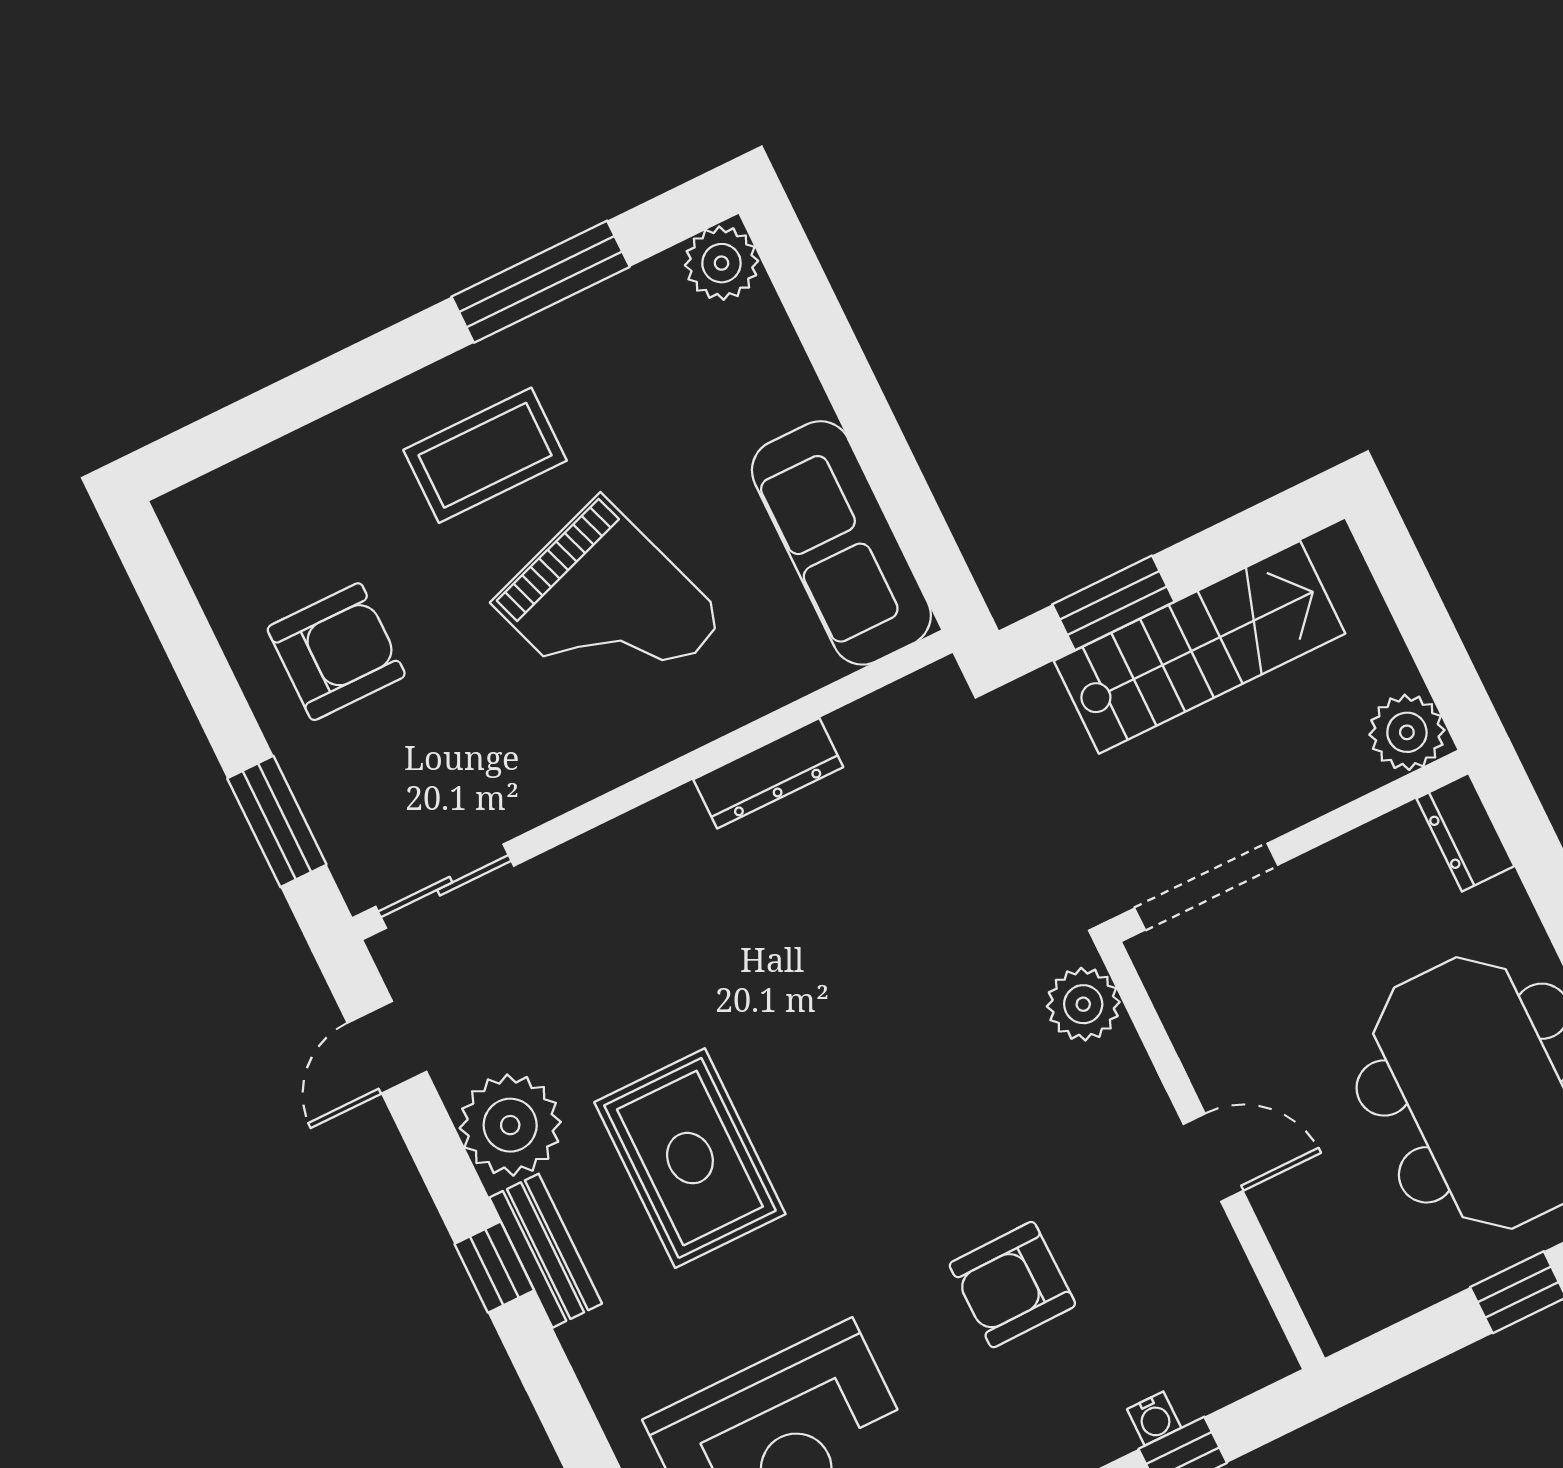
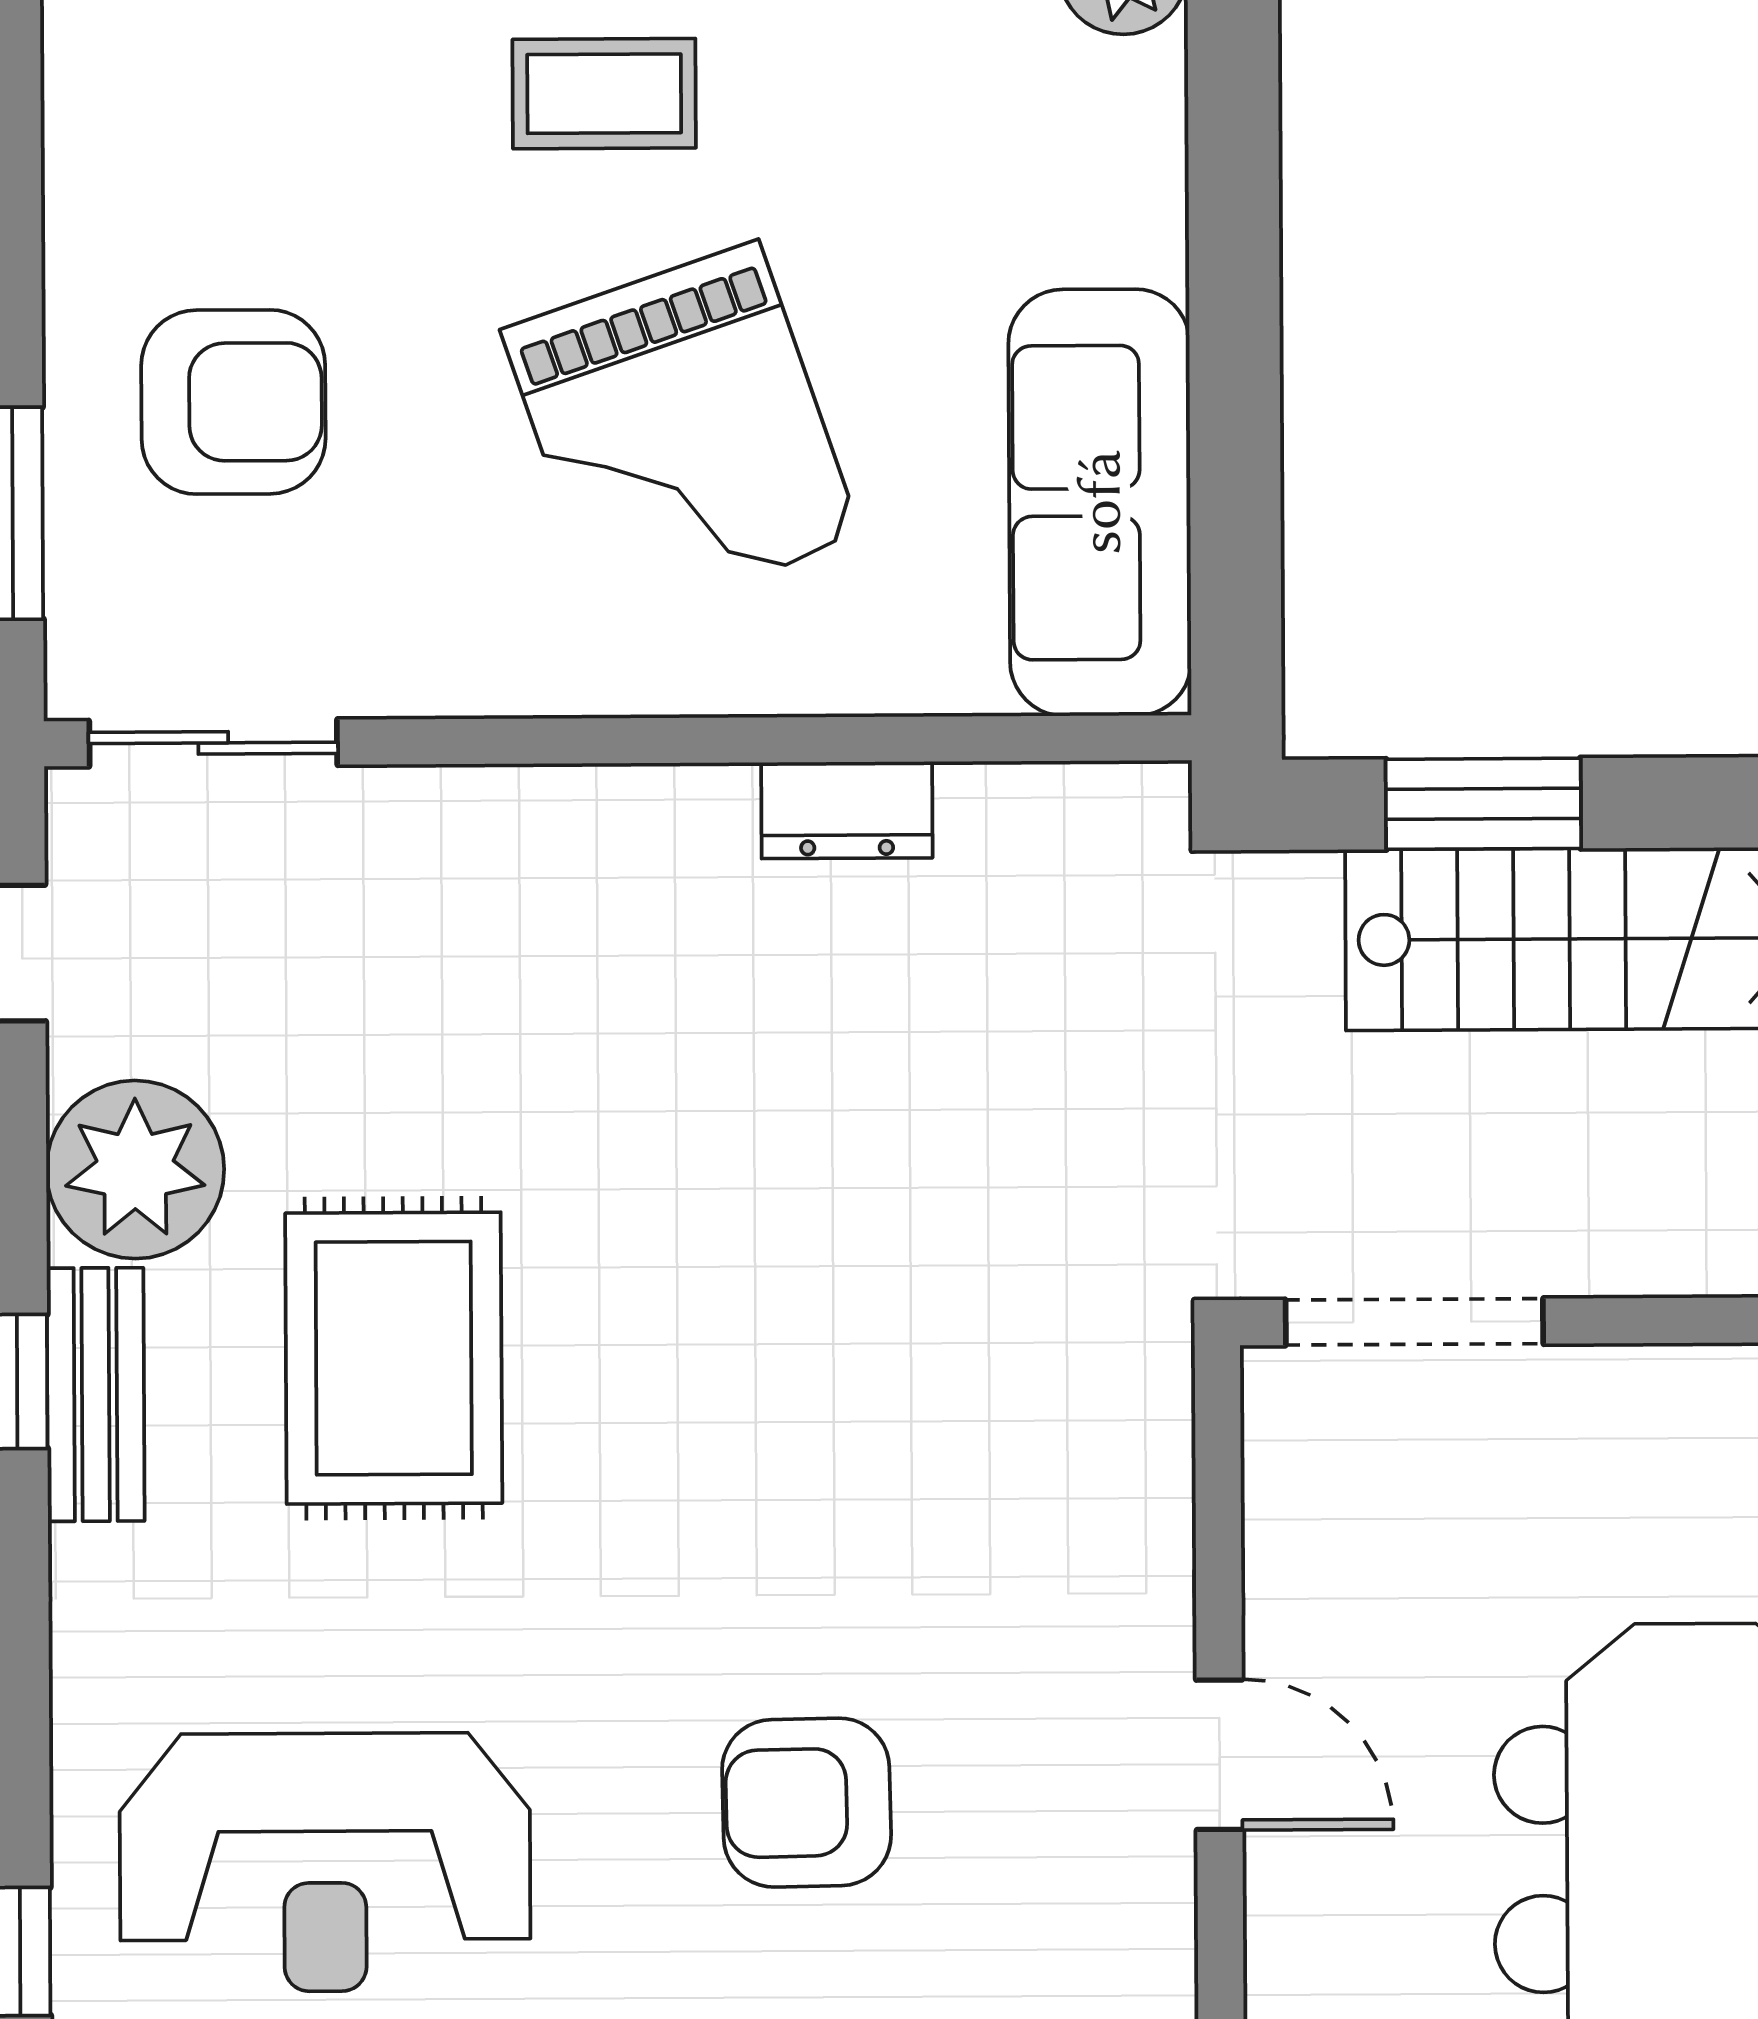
coffee table: (485, 455) -> (604, 94), width x0.73, depth x0.77
armchair: (336, 652) -> (233, 402), moved
dresser: (768, 773) -> (847, 810), width x0.70
plant: (1083, 1004) -> (1131, 1414), removed

